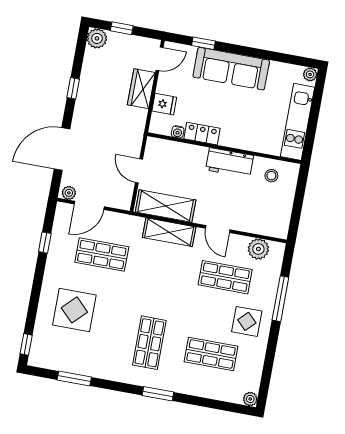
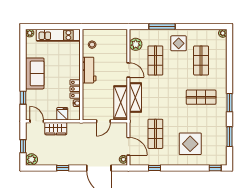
sofa: (231, 69) -> (35, 73), width x0.73
door: (218, 229) -> (128, 70), hinge flipped
window: (158, 394) -> (230, 103), moved

